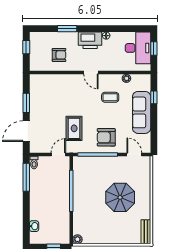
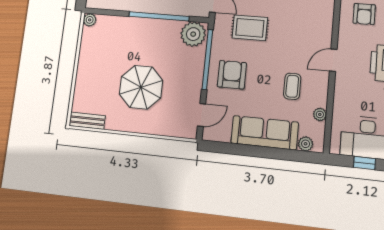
plant: (146, 86) -> (306, 144), added
window: (154, 97) -> (286, 155), removed
plant: (81, 166) -> (193, 34), added

